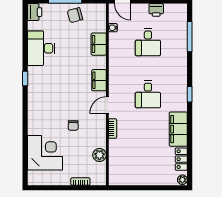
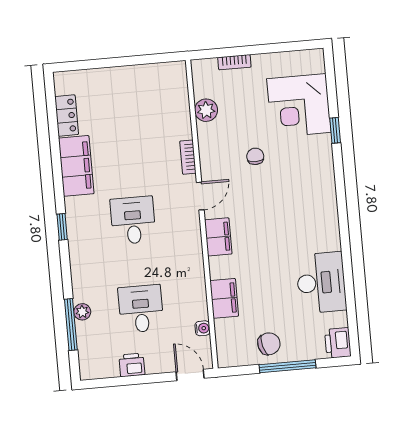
window: (25, 78) -> (335, 130), moved
plant: (182, 180) -> (82, 312), moved

